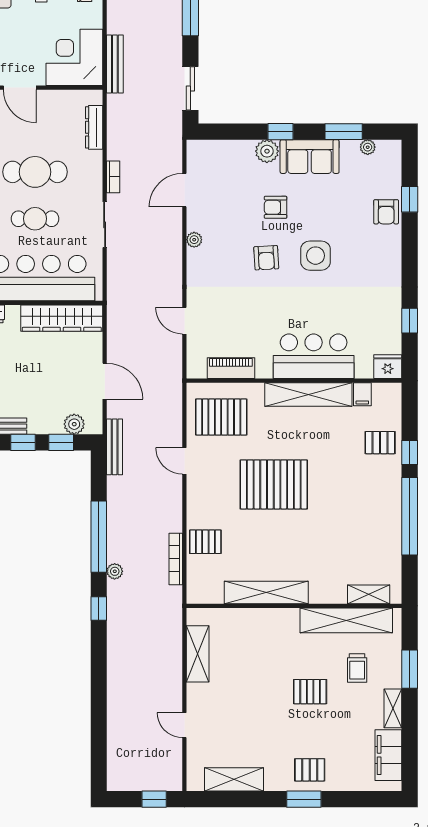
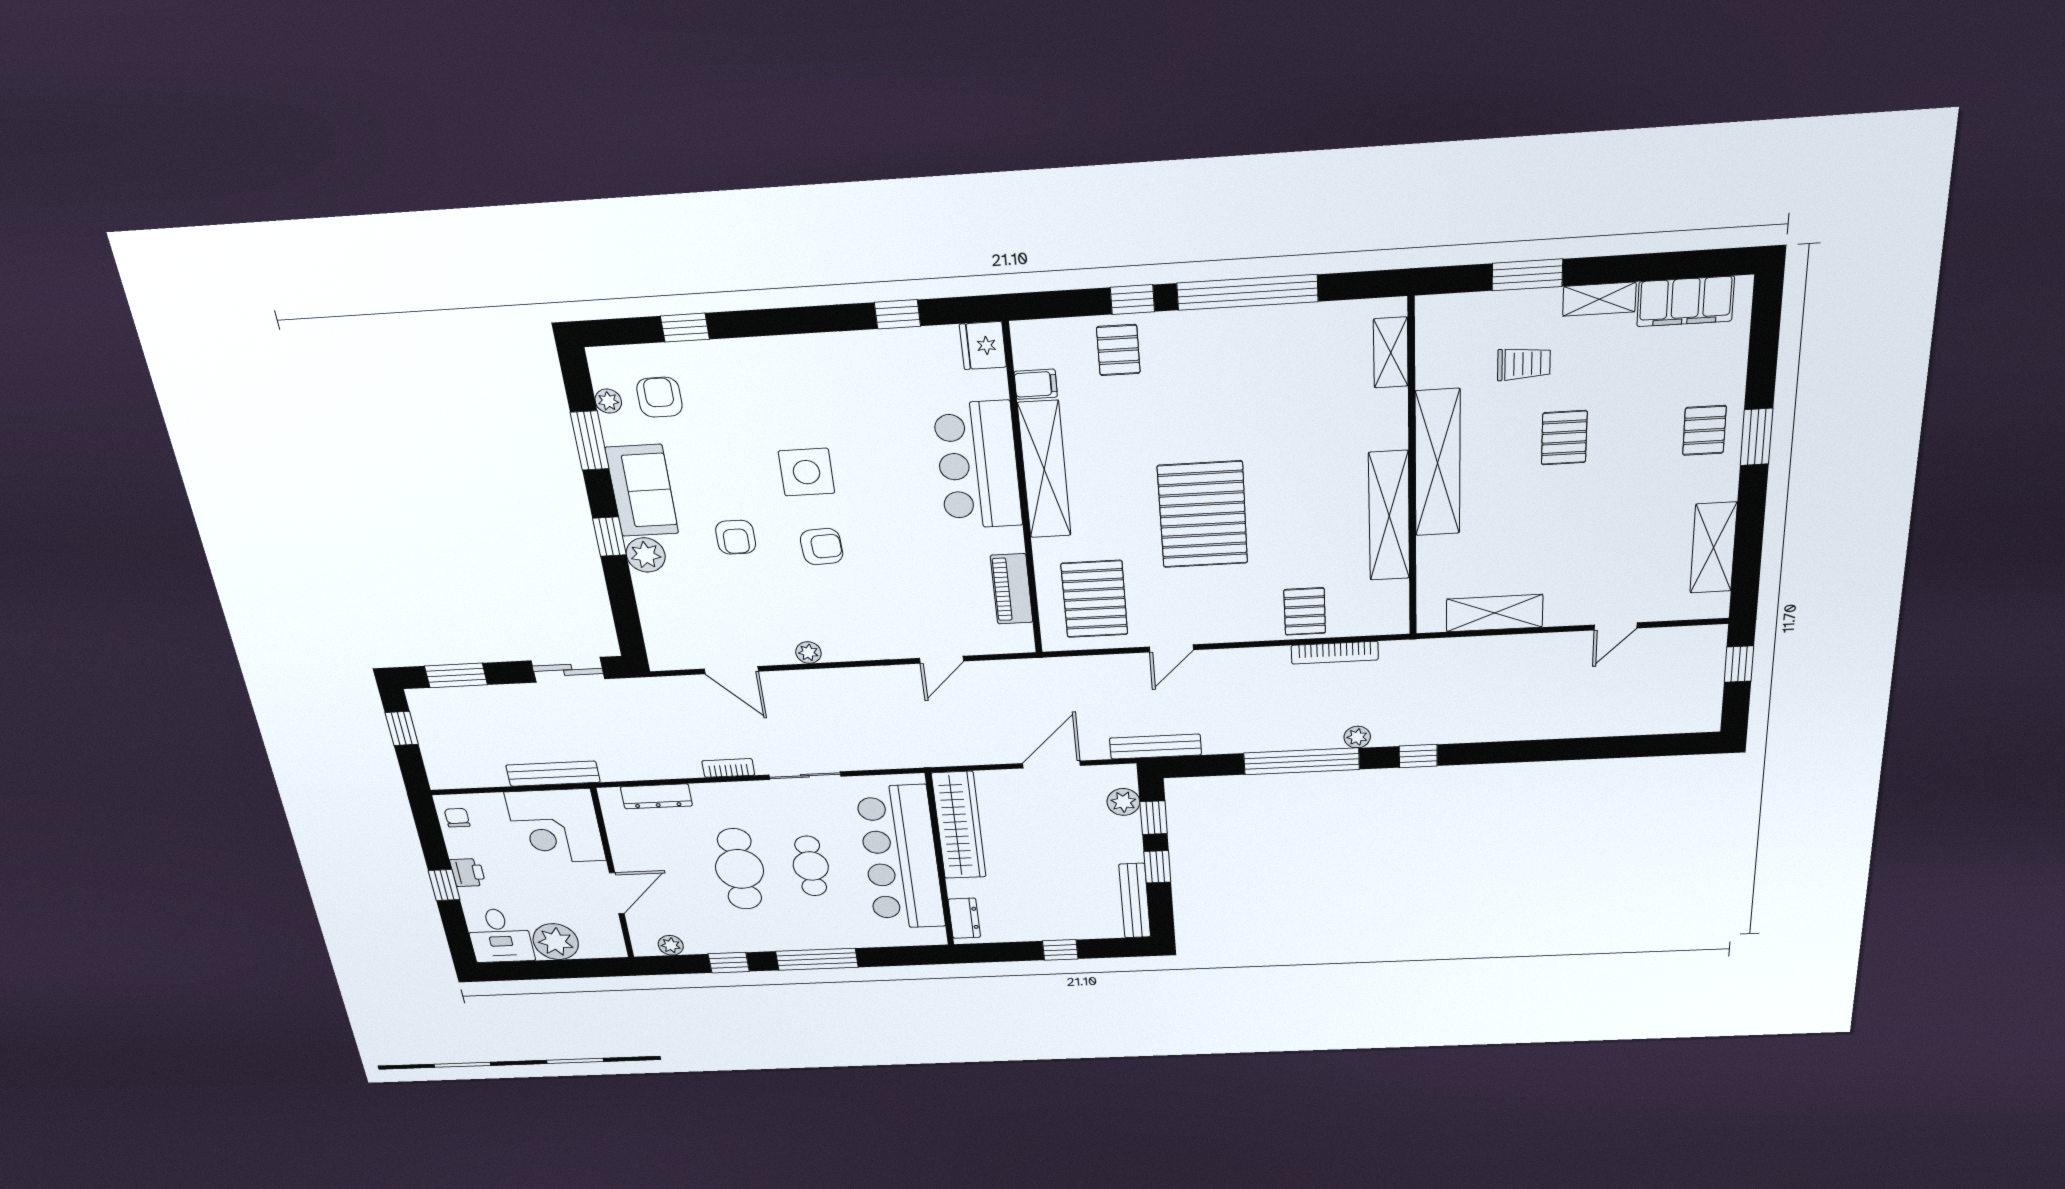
armchair: (386, 212) -> (659, 397), moved, turned -90
shelving: (346, 620) -> (1438, 463), moved

